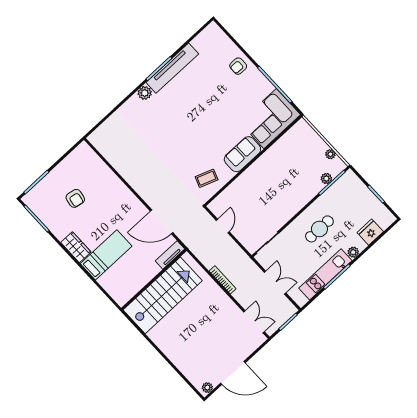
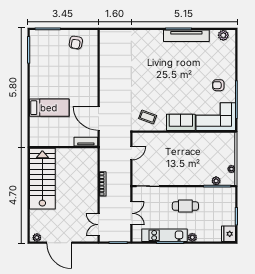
armchair: (238, 66) -> (218, 85), moved
plant: (145, 93) -> (223, 35), moved
armchair: (75, 198) -> (76, 43), moved
fridge: (370, 232) -> (229, 234), moved, turned -90
wardrobe: (76, 247) -> (36, 87), removed
stairs: (163, 295) -> (42, 179), moved, turned -90
double door: (254, 322) -> (99, 225), swing flipped

